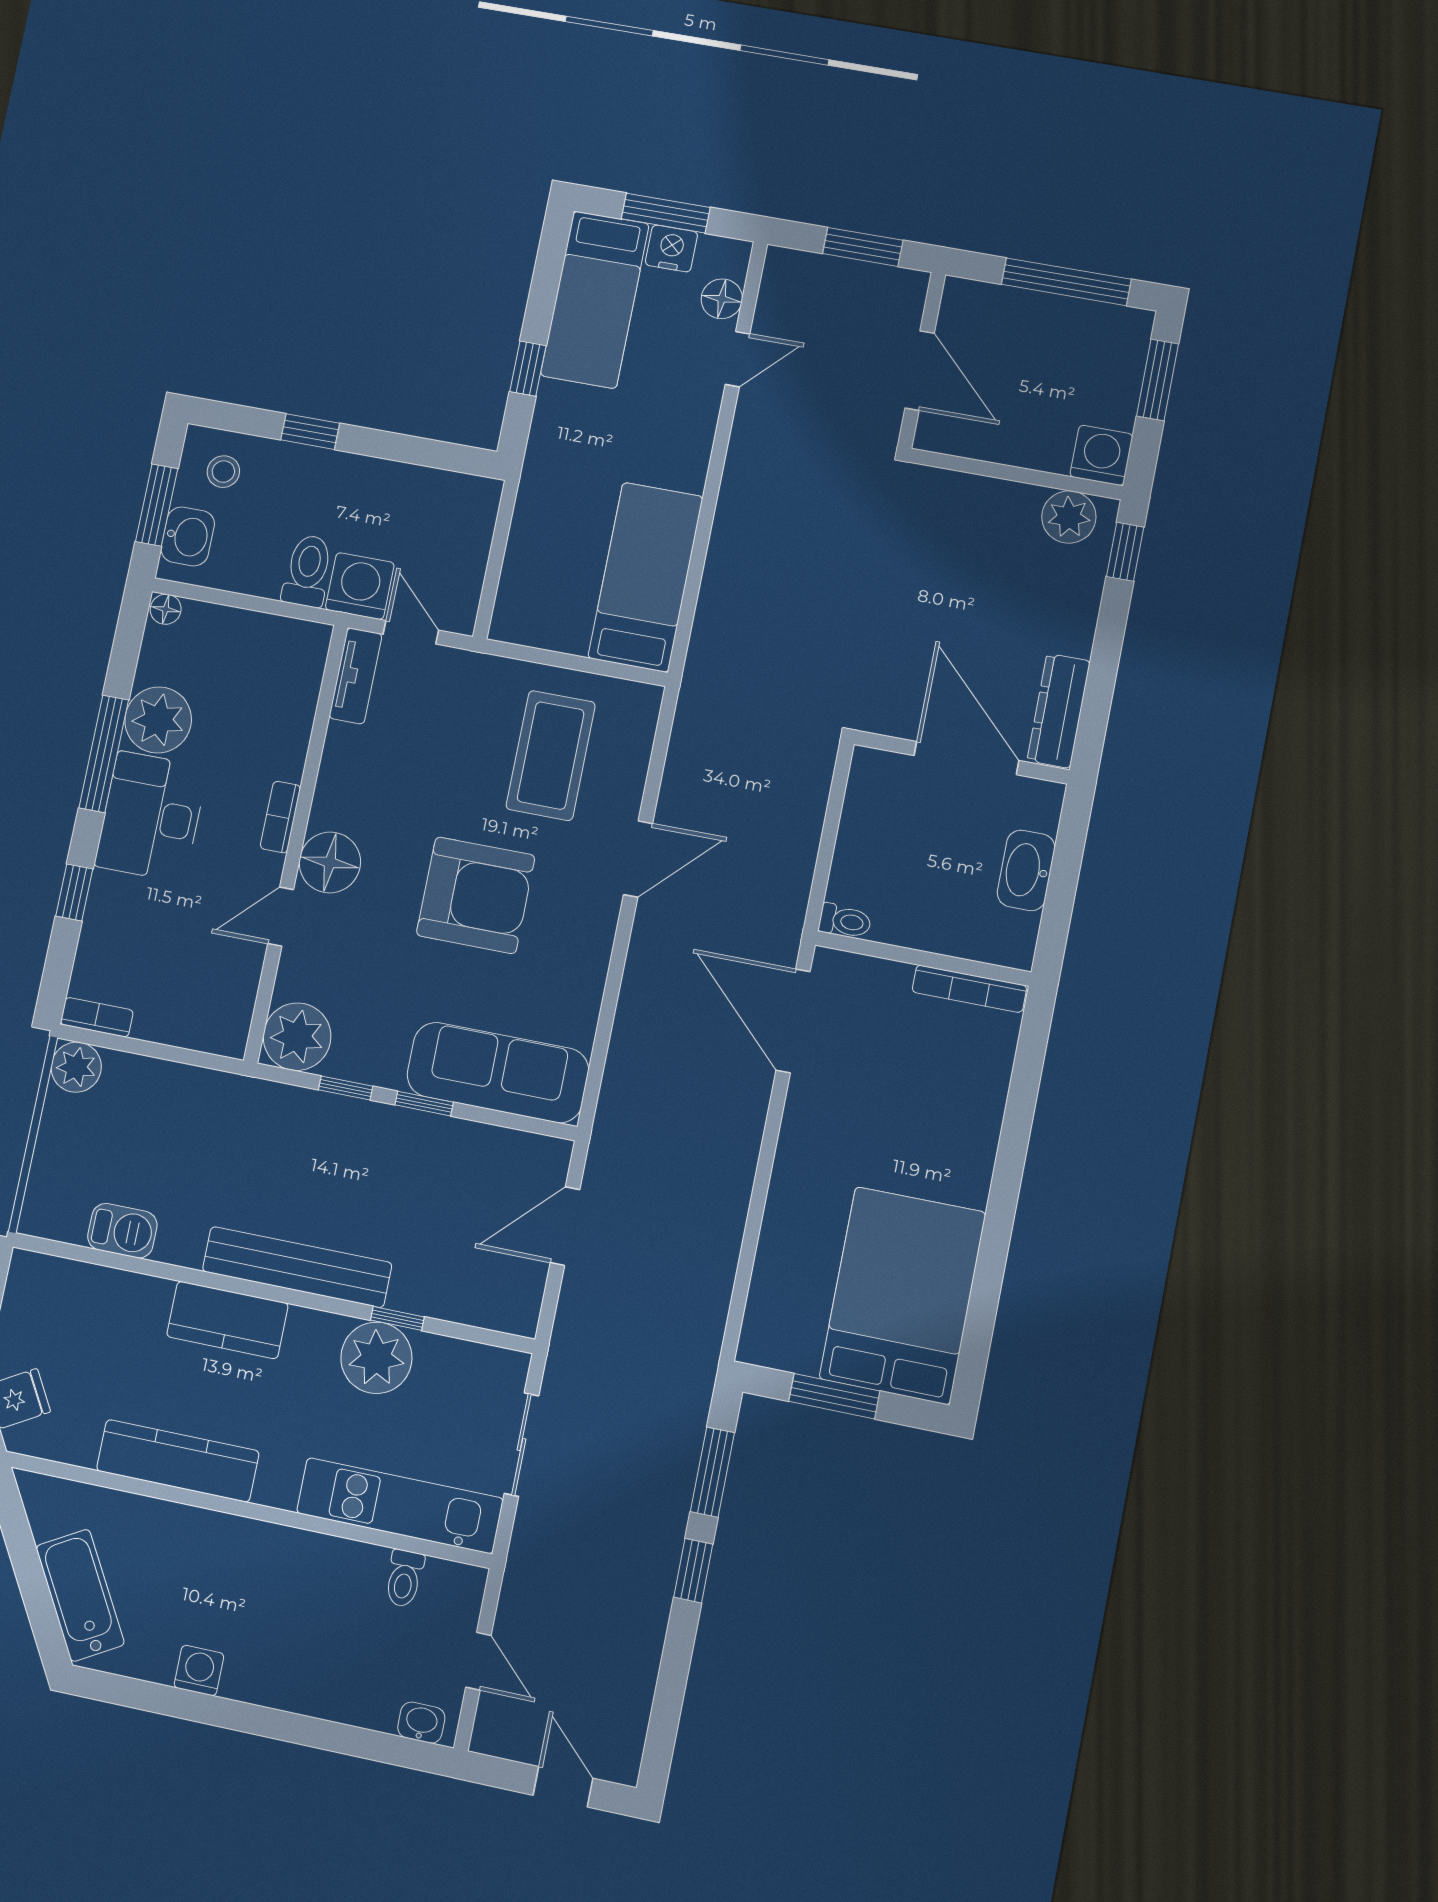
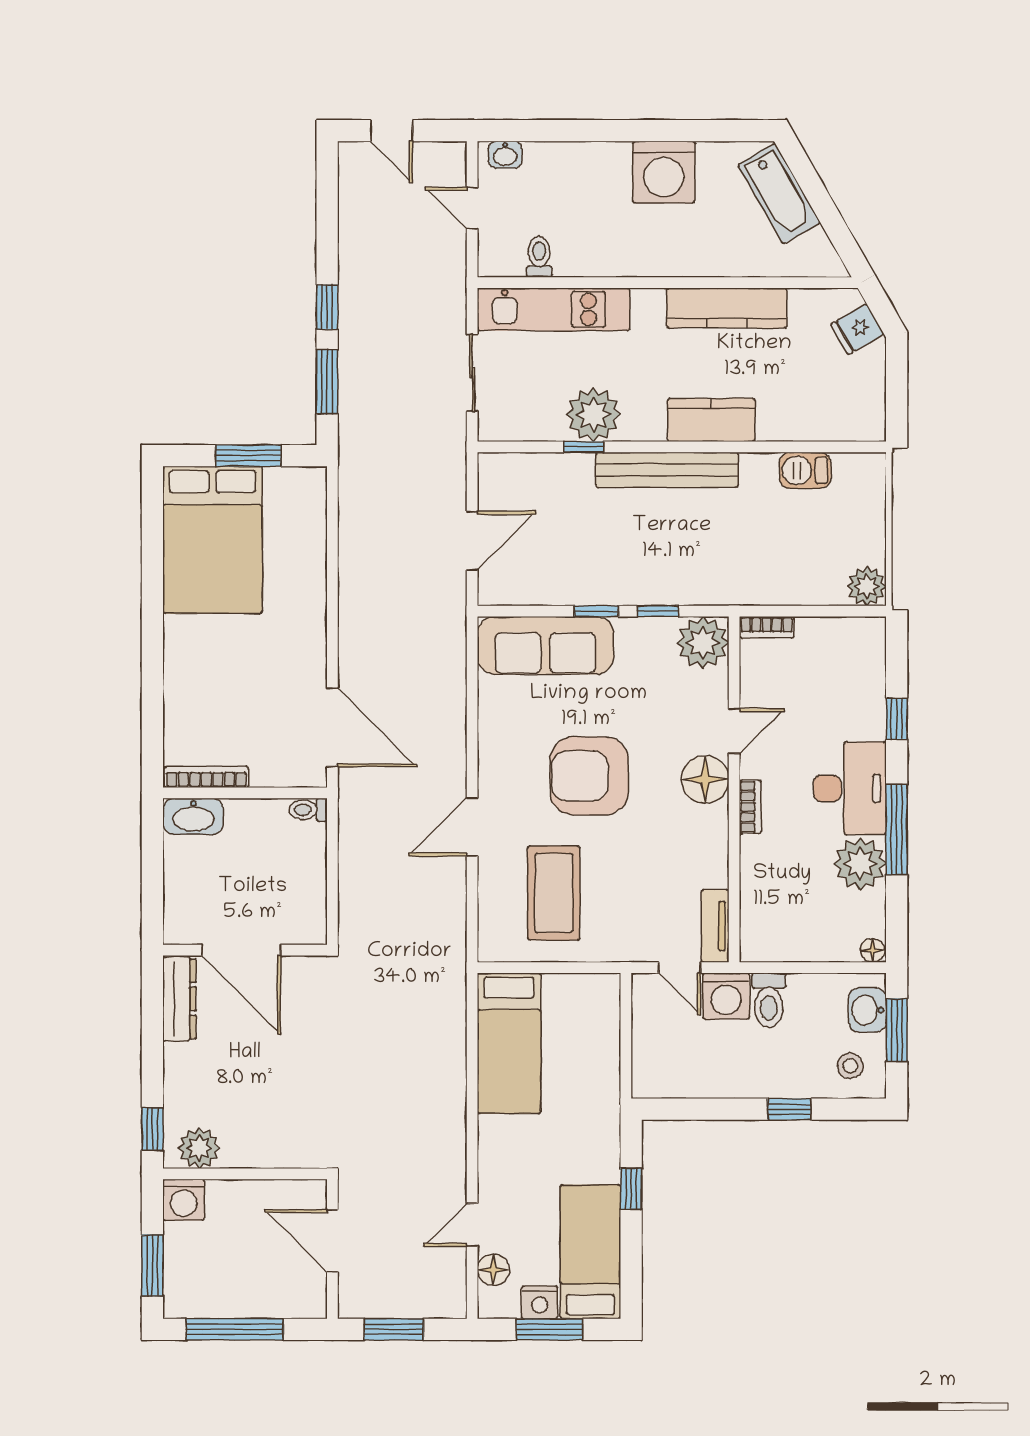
washbasin: (1026, 870) -> (193, 816), moved, turned 90
bookcase: (97, 1017) -> (767, 627), moved
washing machine: (199, 1670) -> (664, 172), width x1.89, depth x1.89

